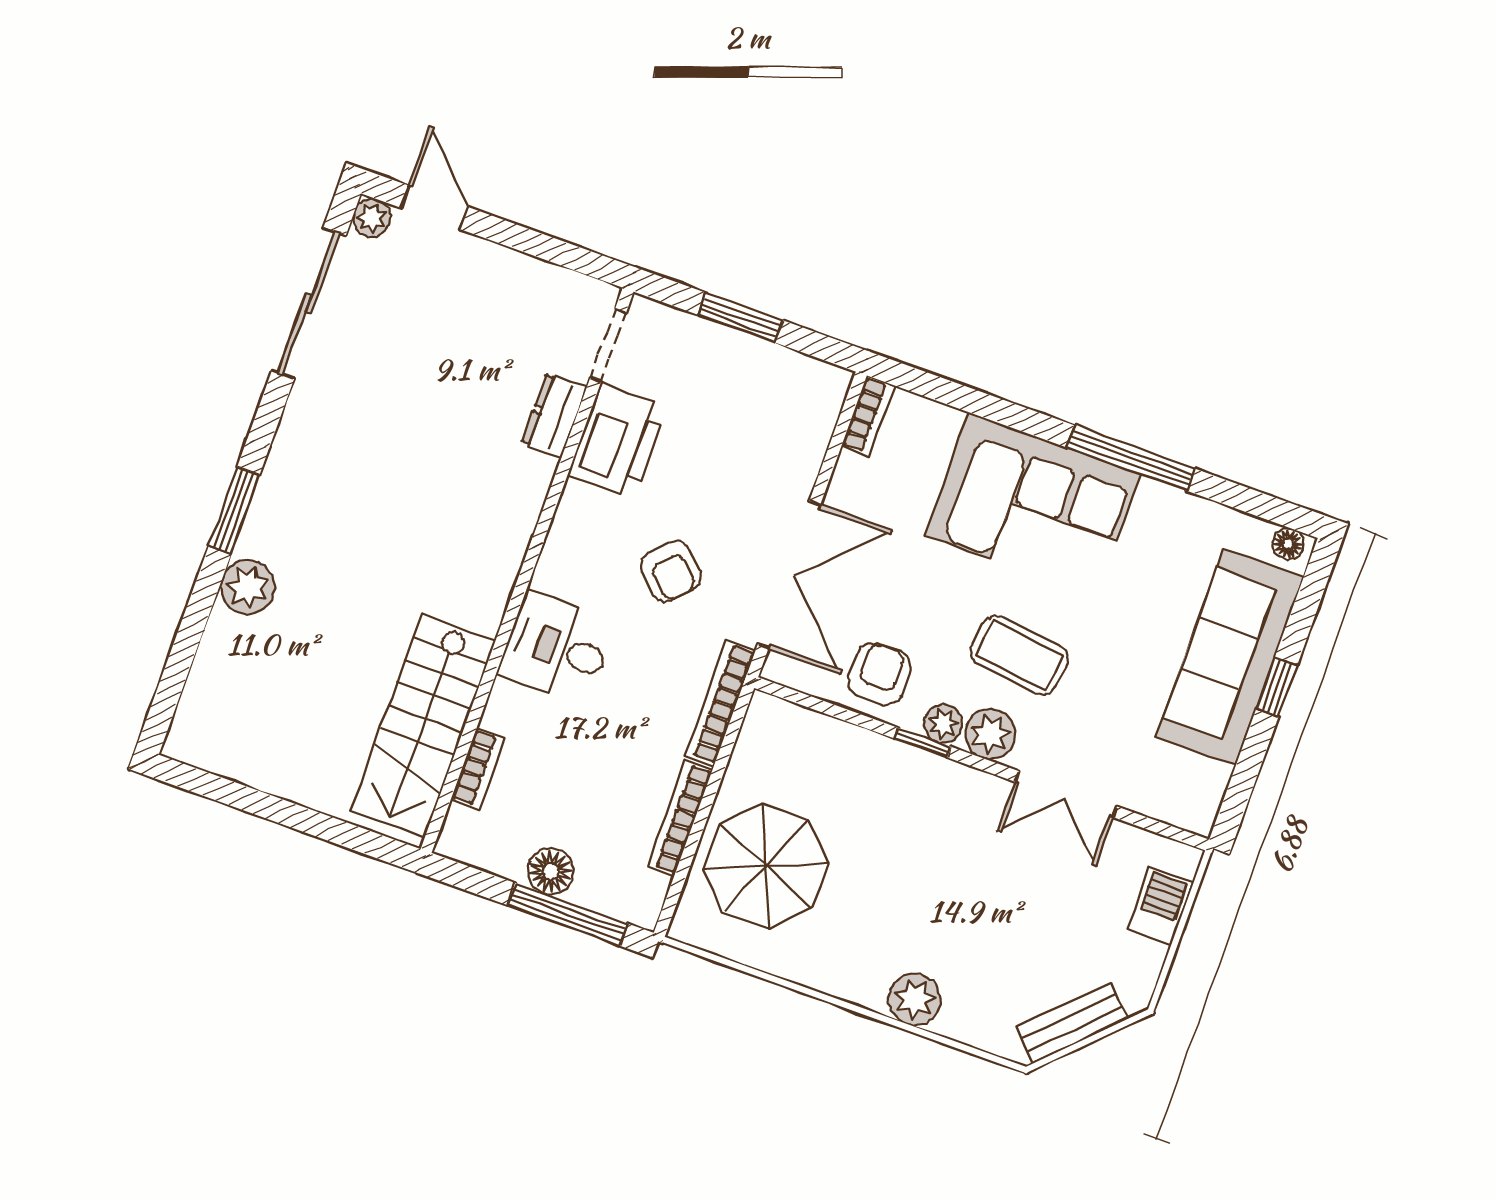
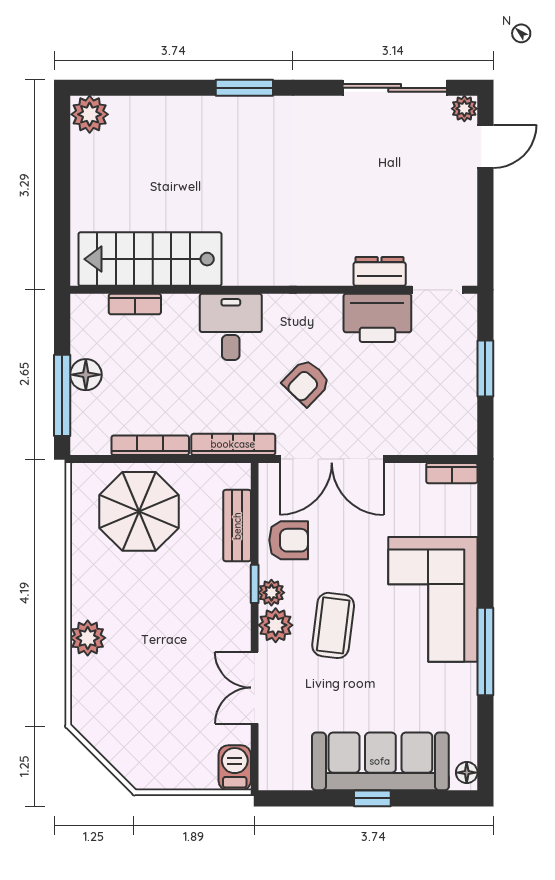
plant: (248, 587) -> (90, 114), moved
barbecue: (1160, 906) -> (235, 768), moved, turned -90
bench: (1072, 1023) -> (237, 526), moved, turned 45

